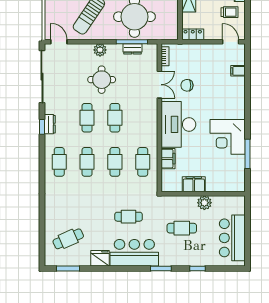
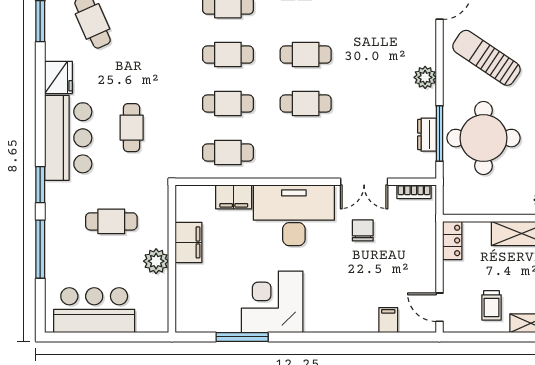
door: (231, 42) -> (439, 307), swing flipped
round table: (102, 80) -> (373, 80), removed
cafe table: (182, 228) -> (111, 221), turned 90
window: (198, 269) -> (40, 249), width x2.17

